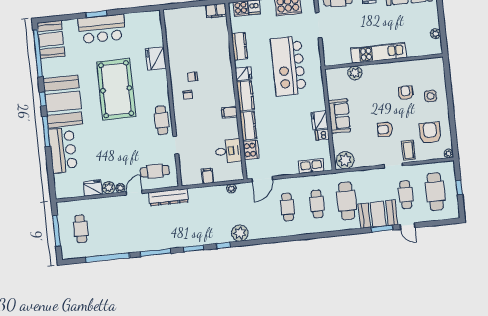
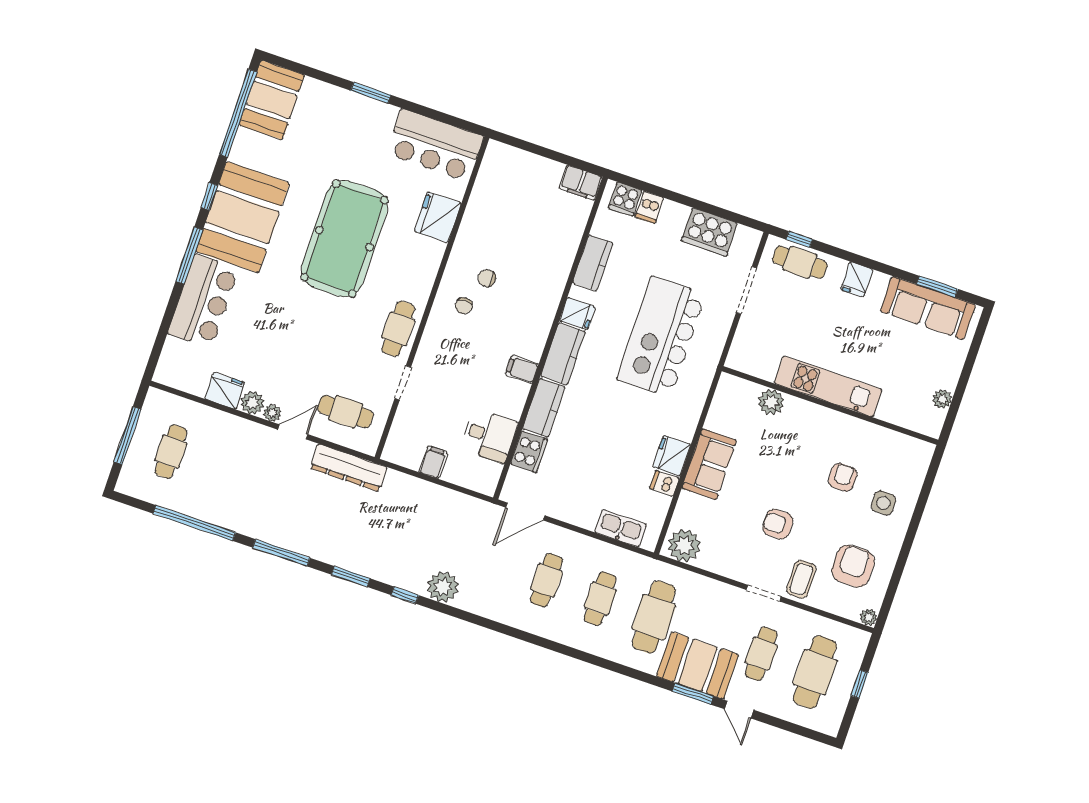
bar counter: (102, 29) -> (435, 145), moved
plant: (231, 188) -> (464, 503), removed

